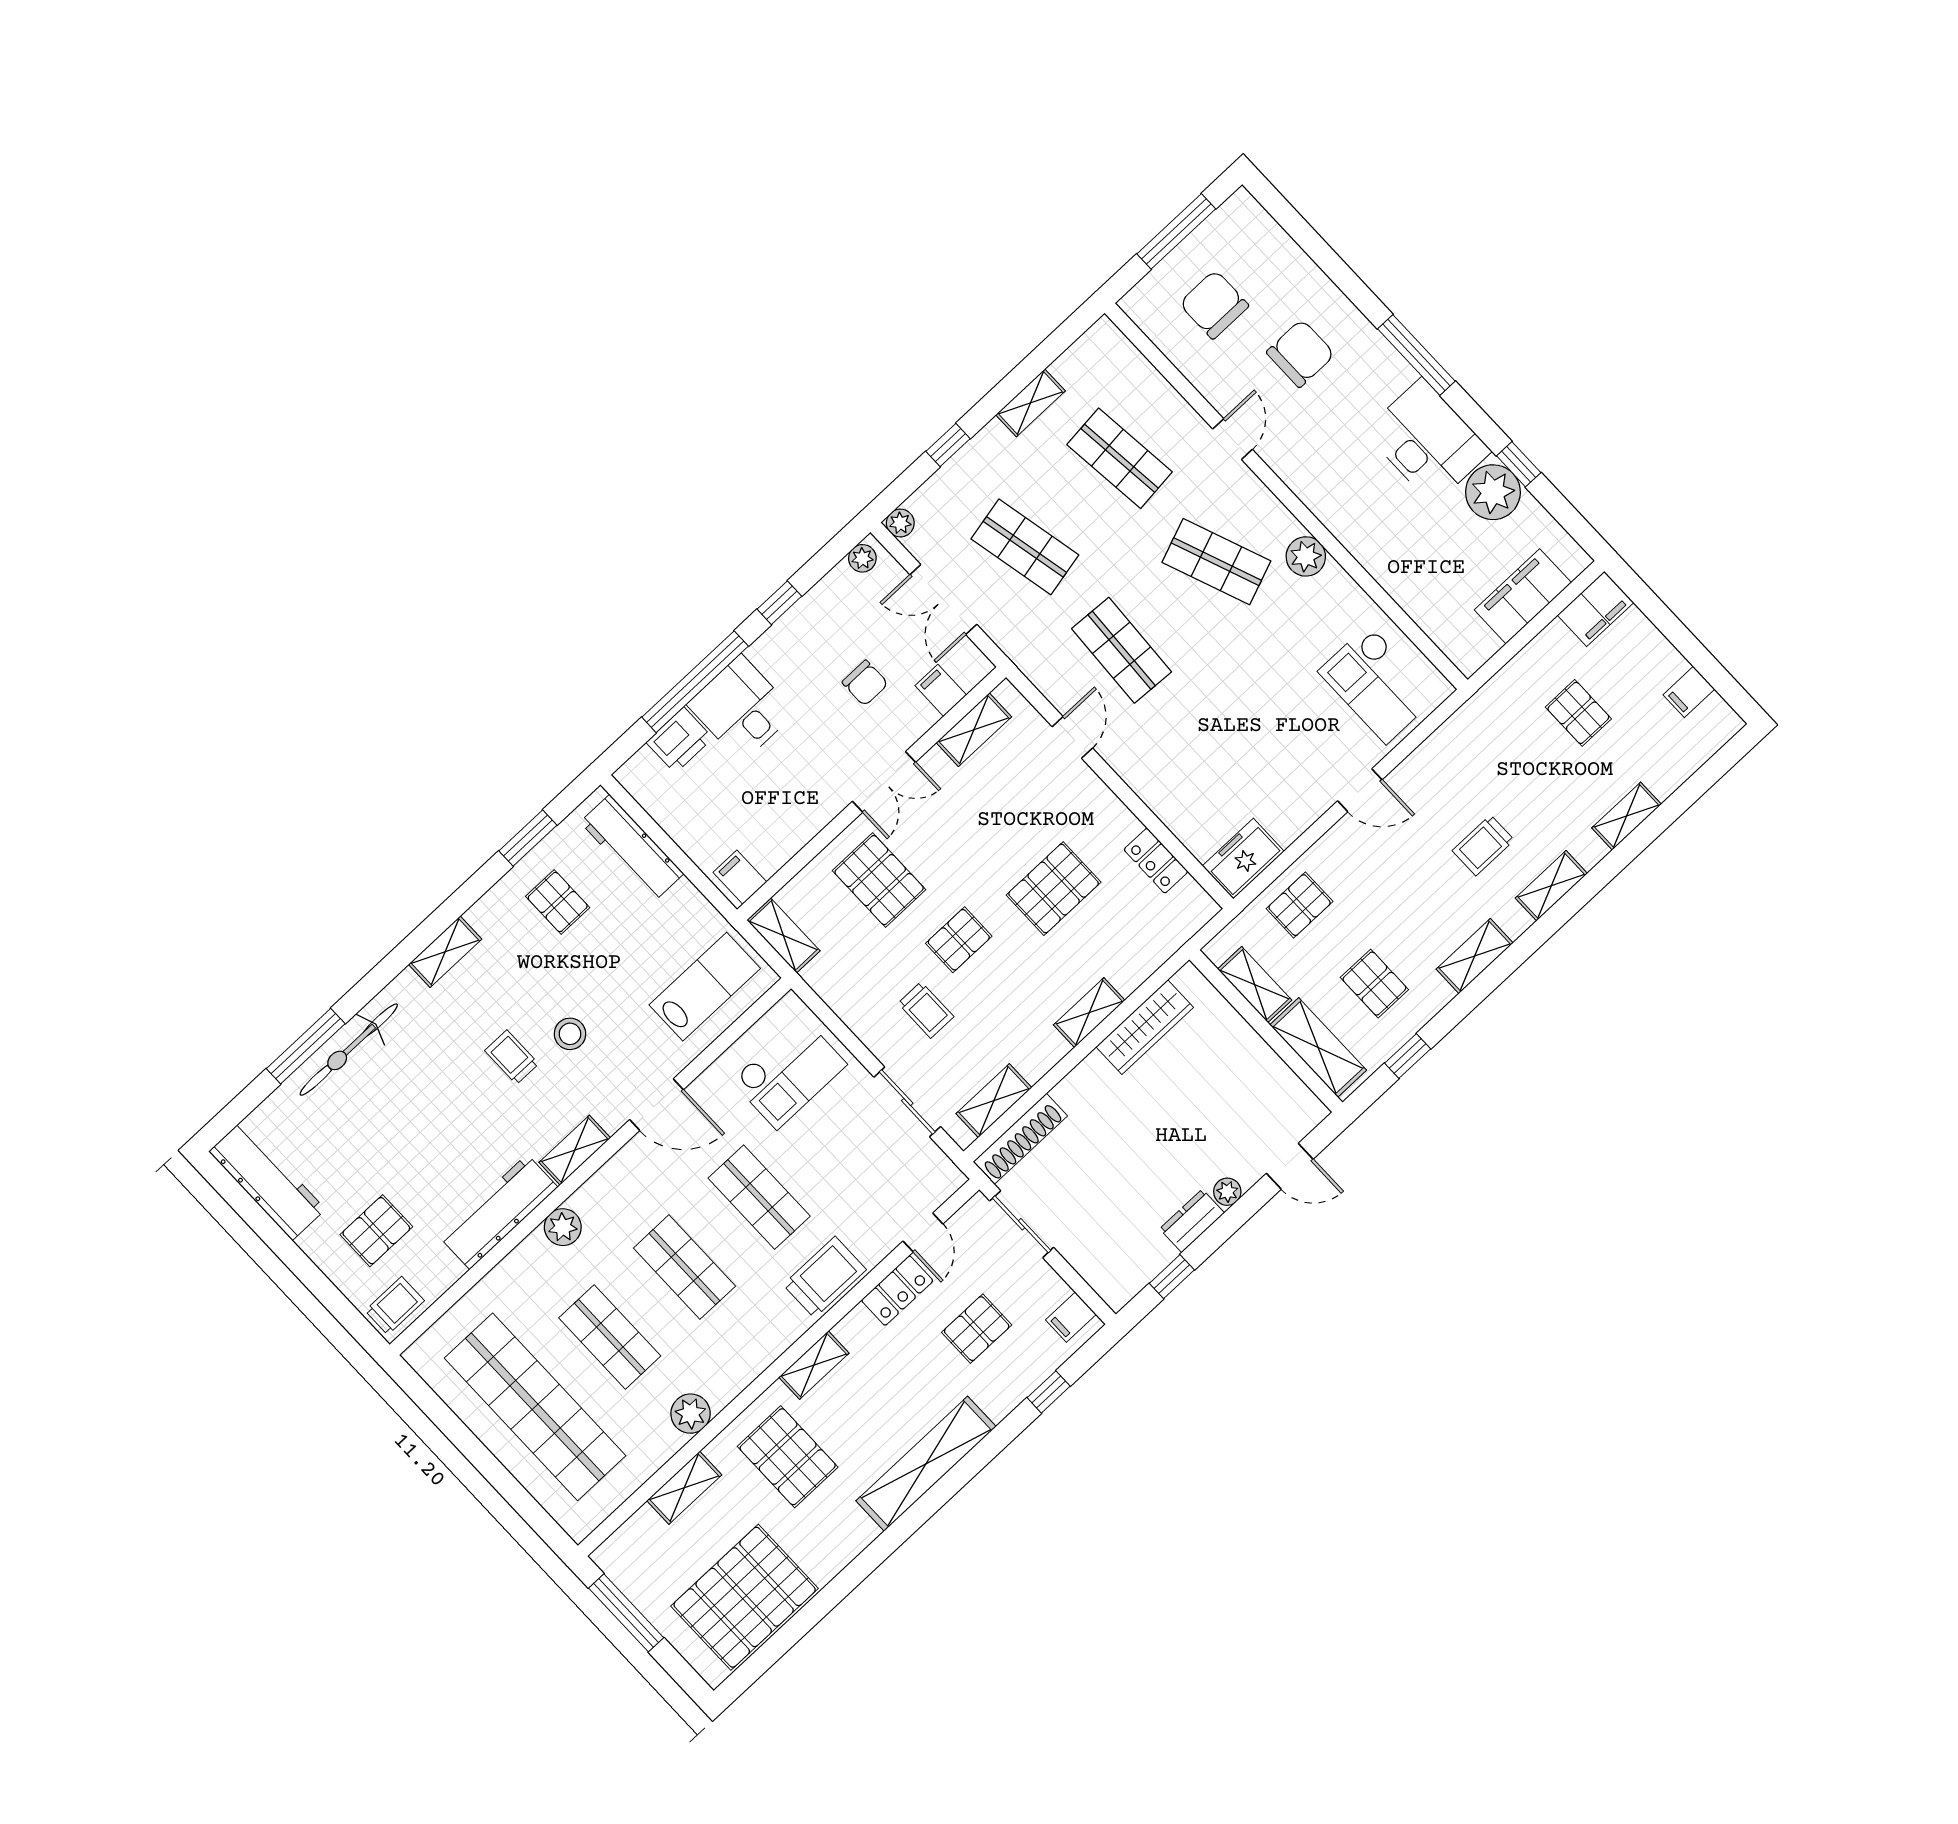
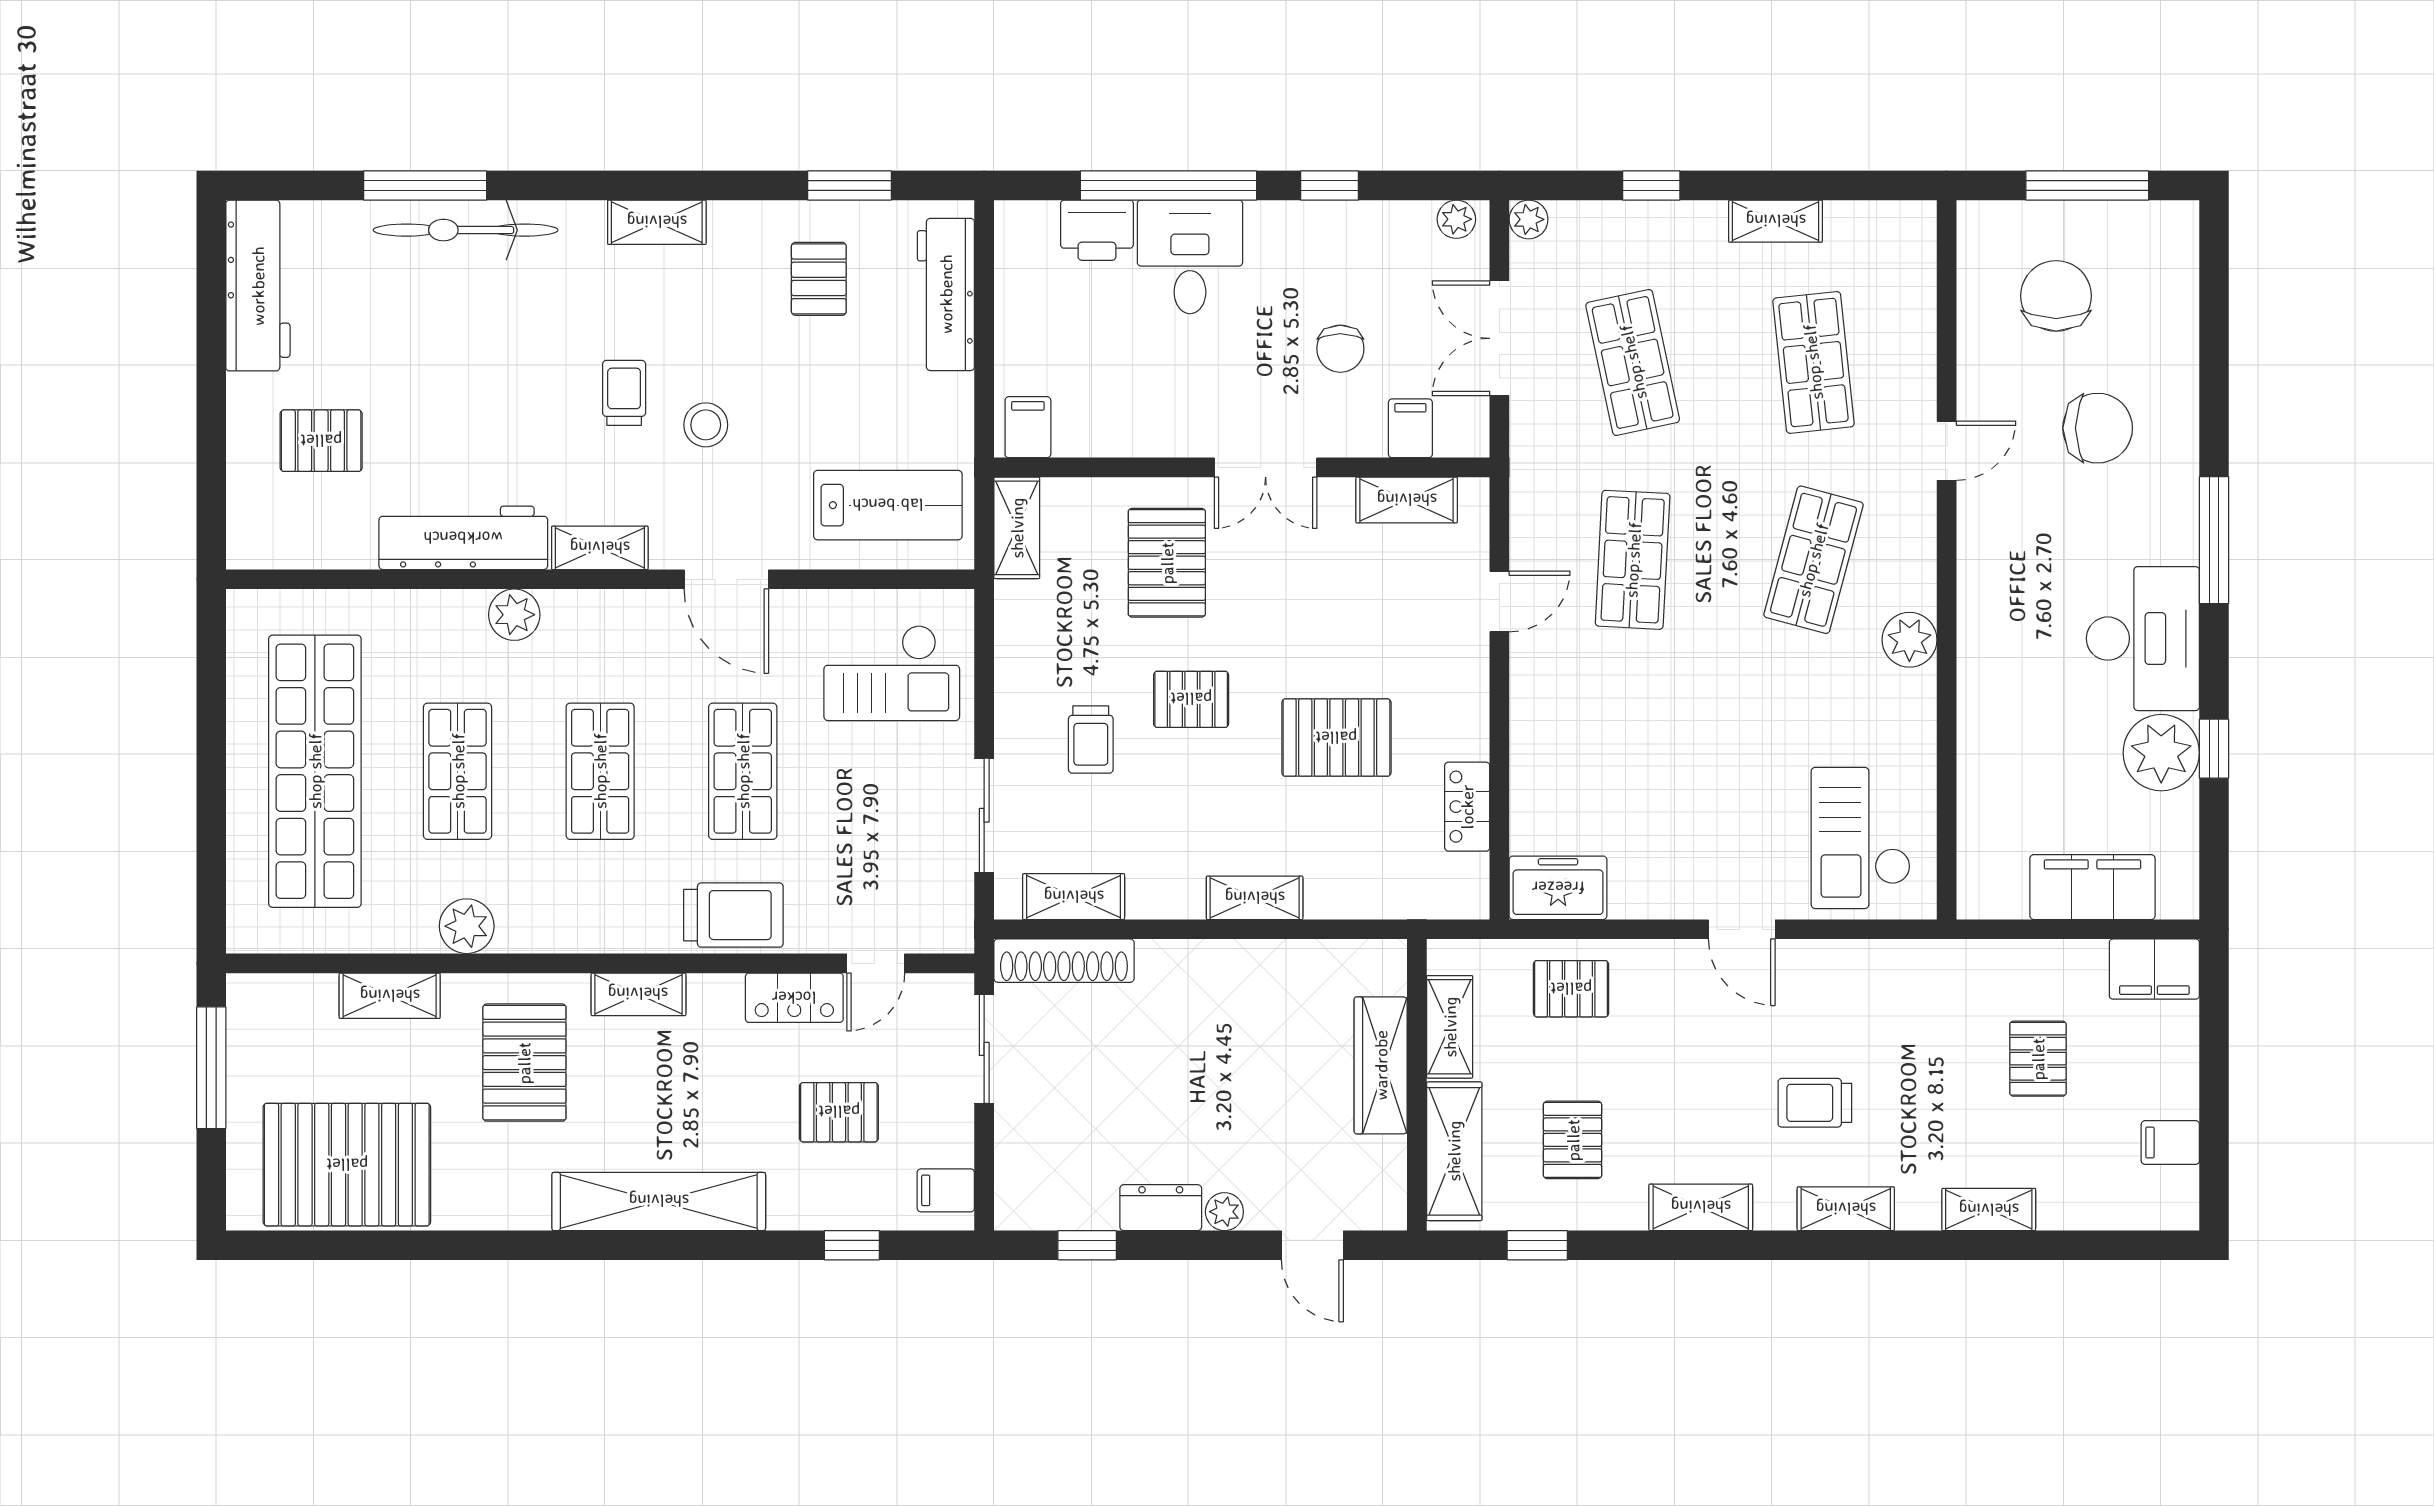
shop shelf: (1216, 562) -> (1813, 560), turned 36
wardrobe: (1145, 1027) -> (1381, 1065), moved, turned 90
trolley: (395, 1306) -> (268, 535), removed

